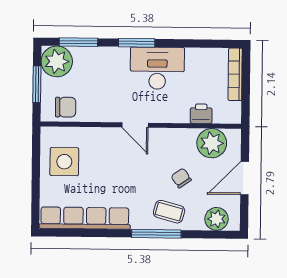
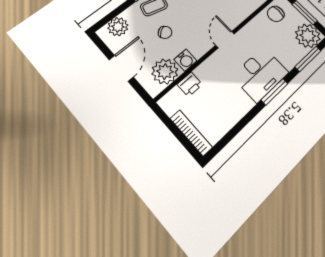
desk: (157, 68) -> (260, 74), moved
door: (135, 125) -> (225, 40), hinge flipped
water cooler: (186, 138) -> (186, 60), added

